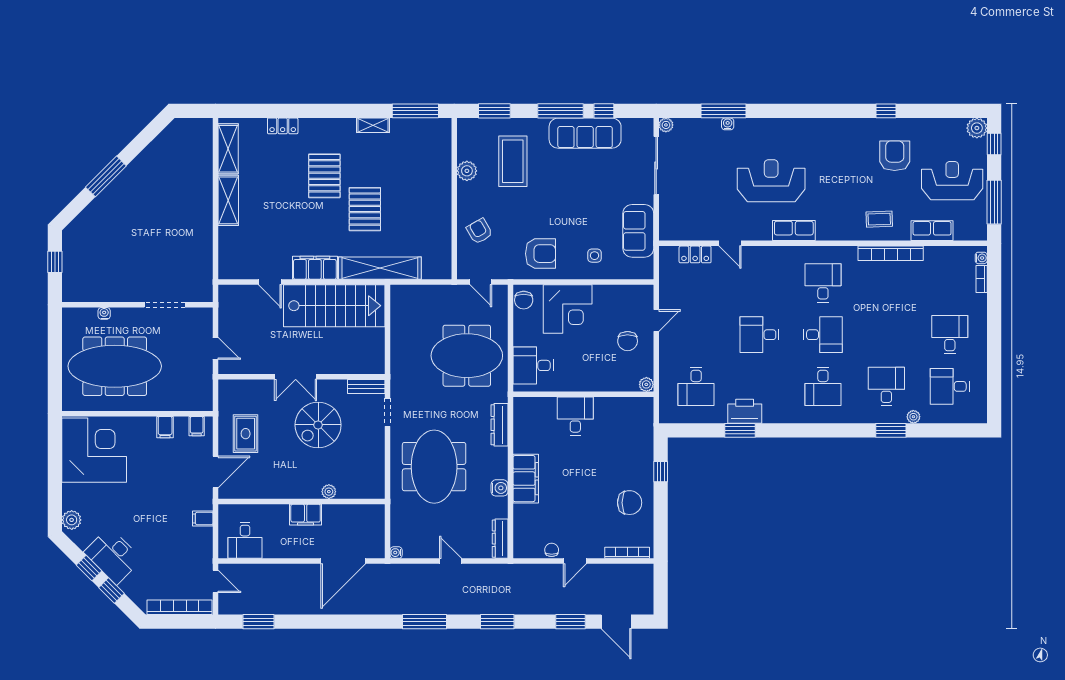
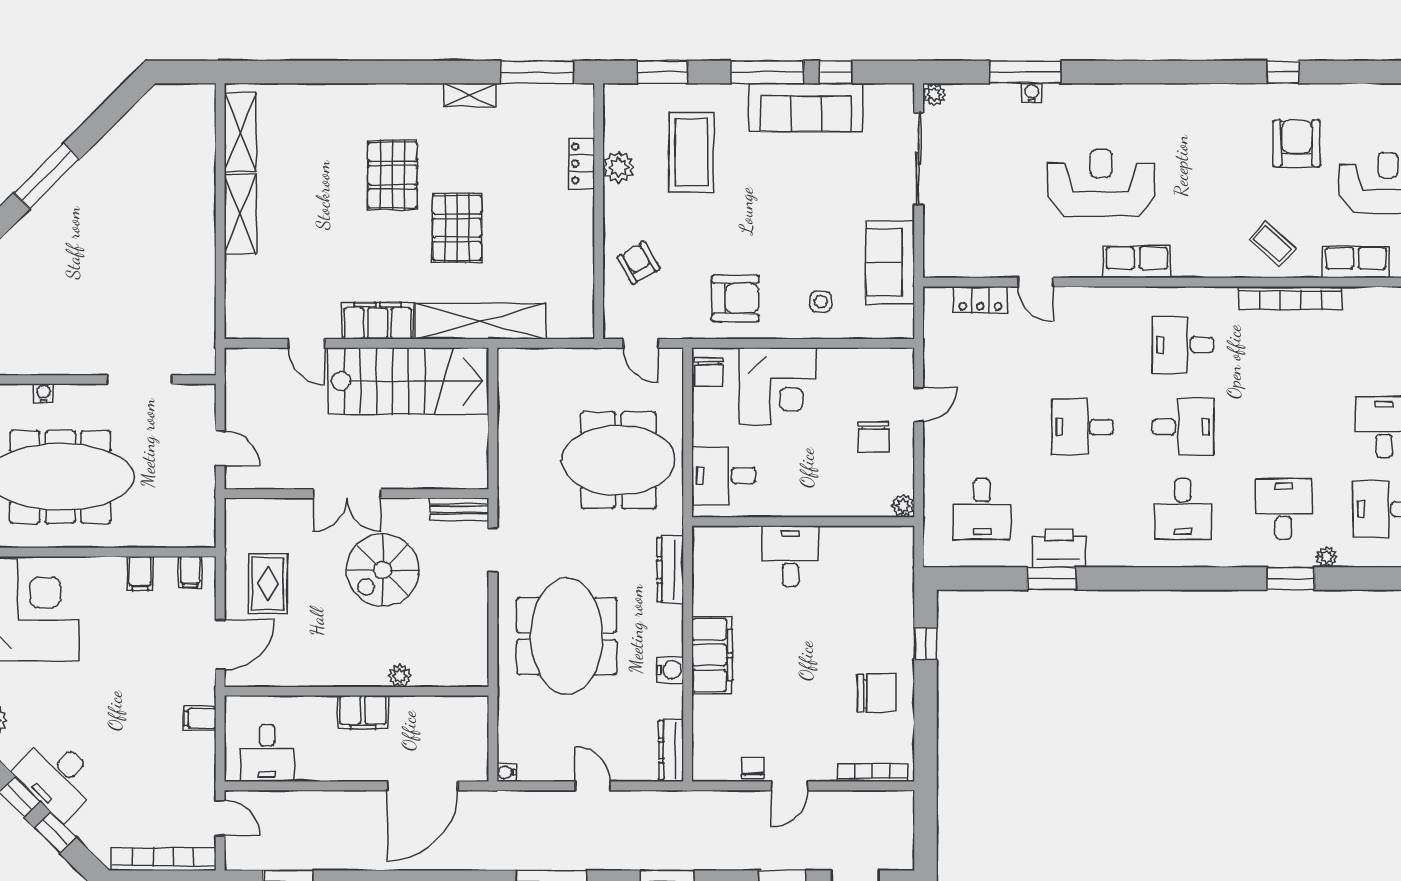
locker: (283, 126) -> (582, 163), moved, turned 90
coffee table: (879, 219) -> (1272, 244), turned 44
desk: (823, 283) -> (1183, 345), turned -90

